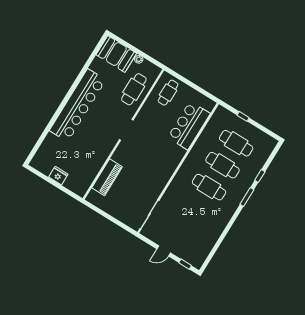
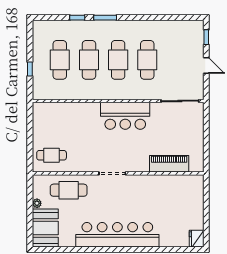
bar counter: (189, 125) -> (125, 116), moved
fridge: (58, 176) -> (197, 239), moved
cafe table: (195, 209) -> (147, 60), added

